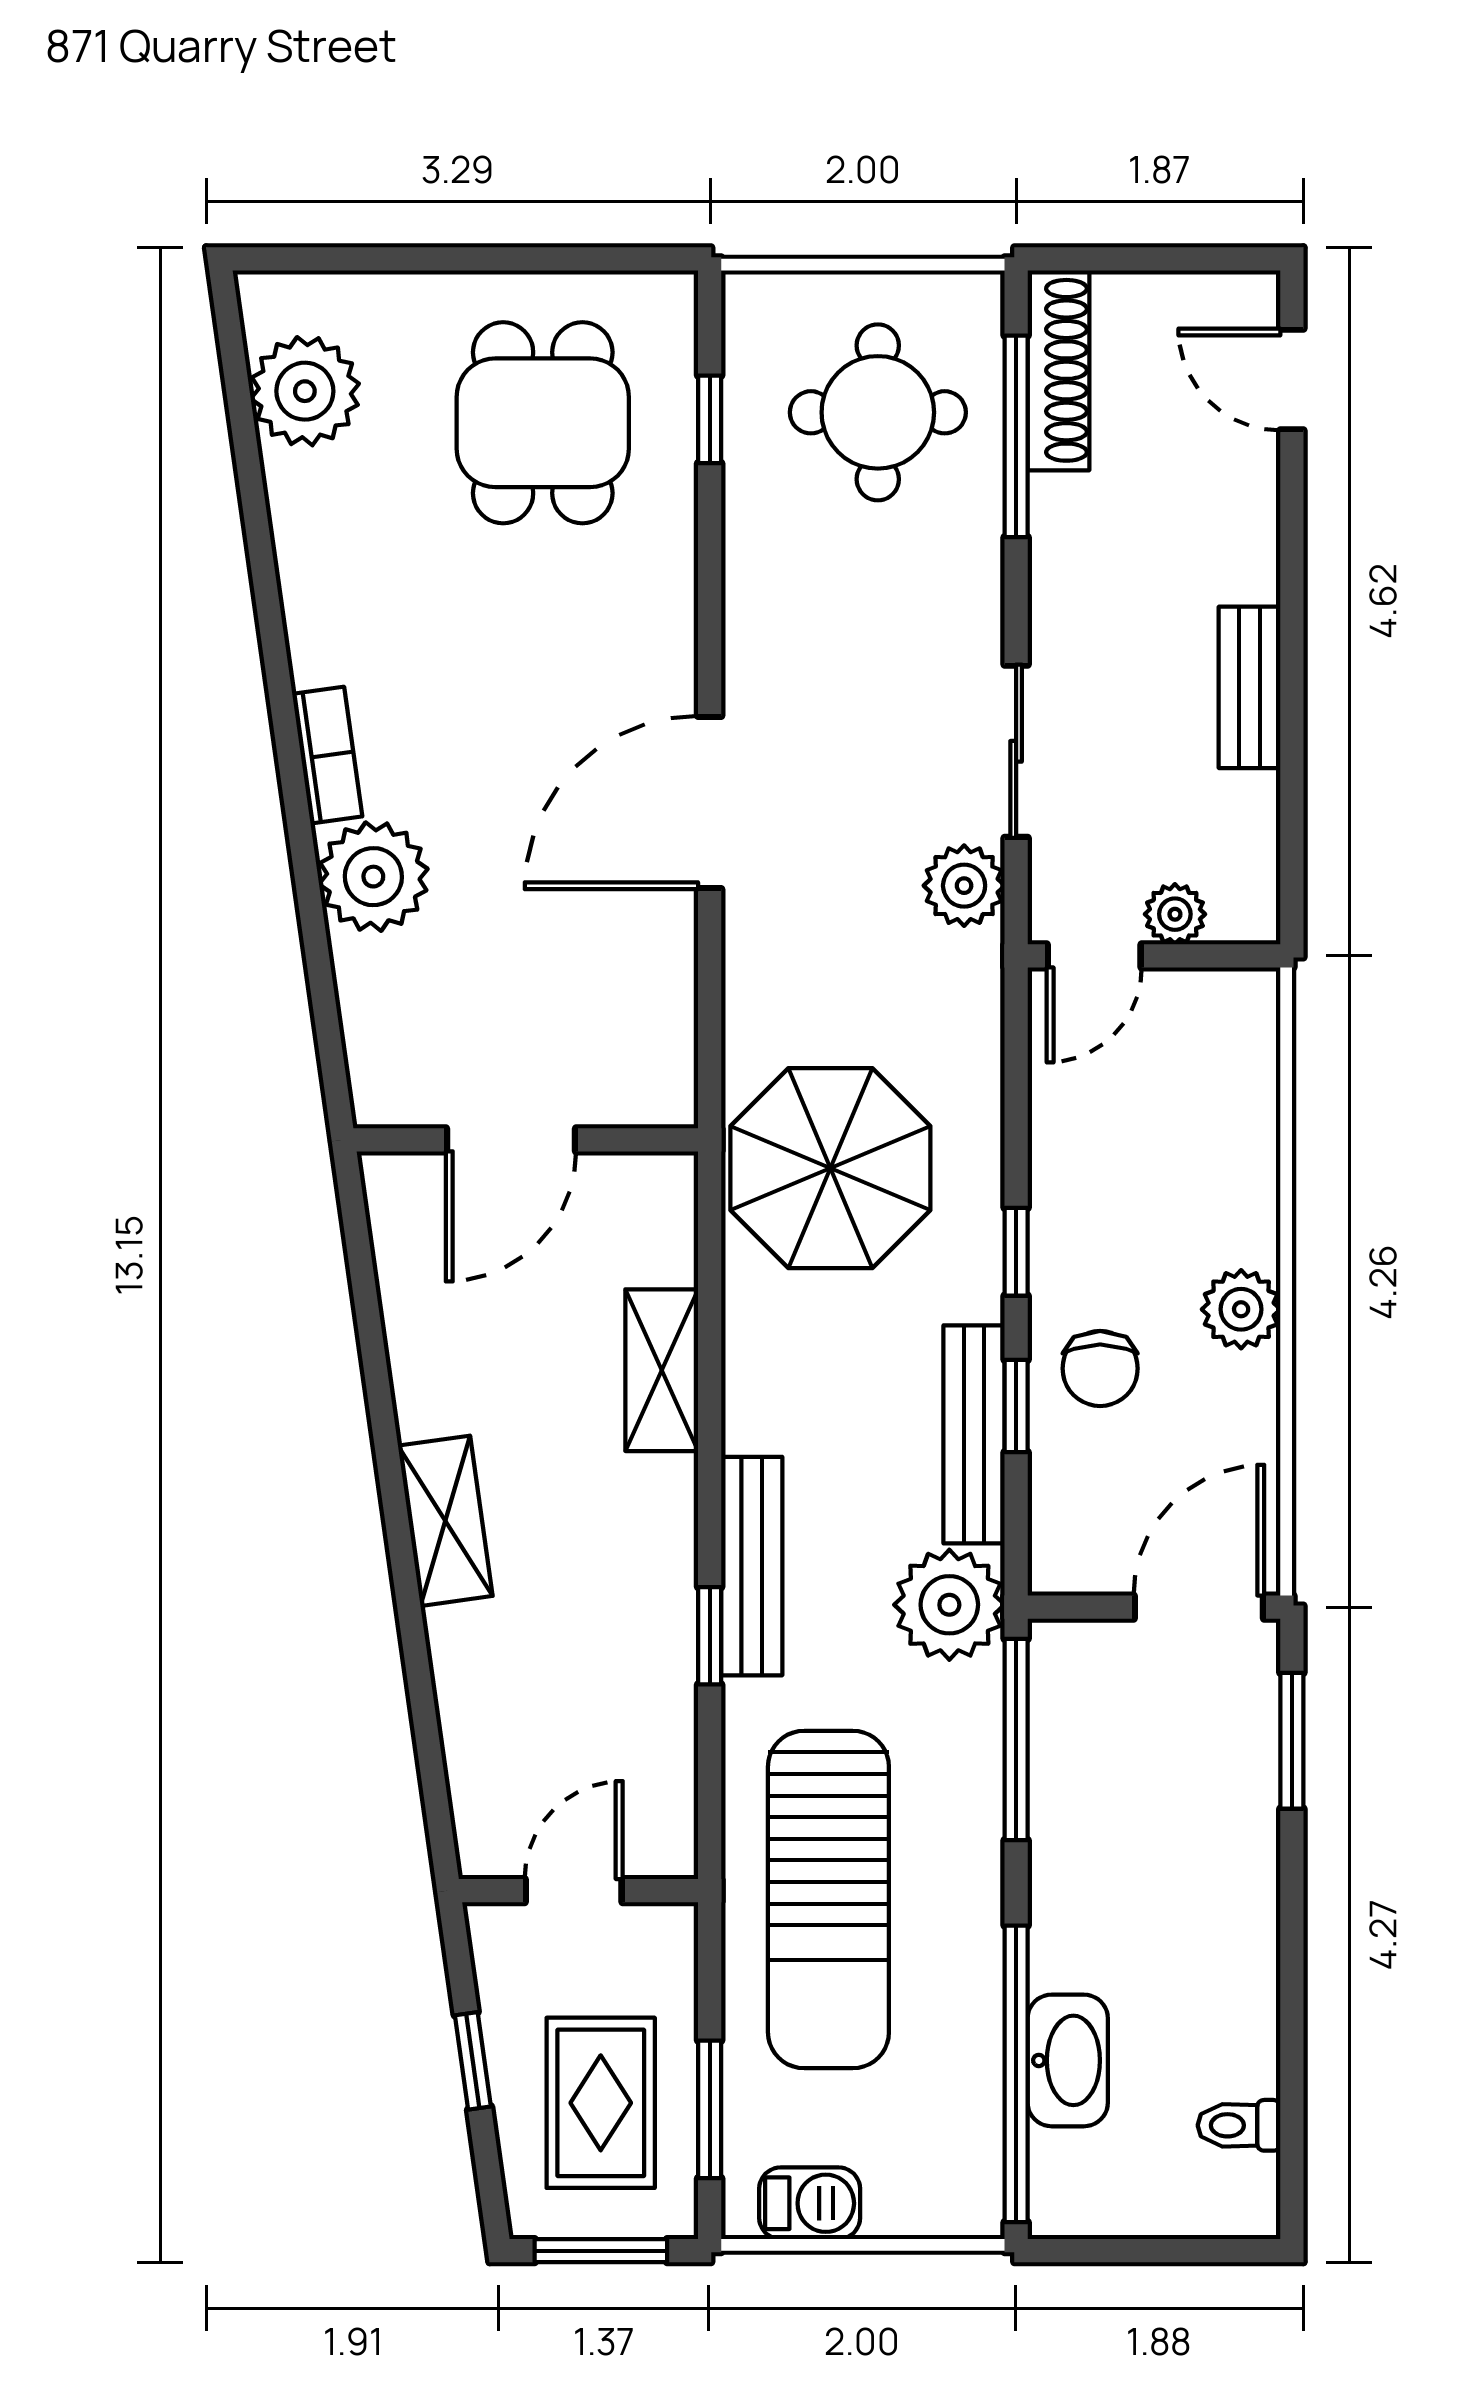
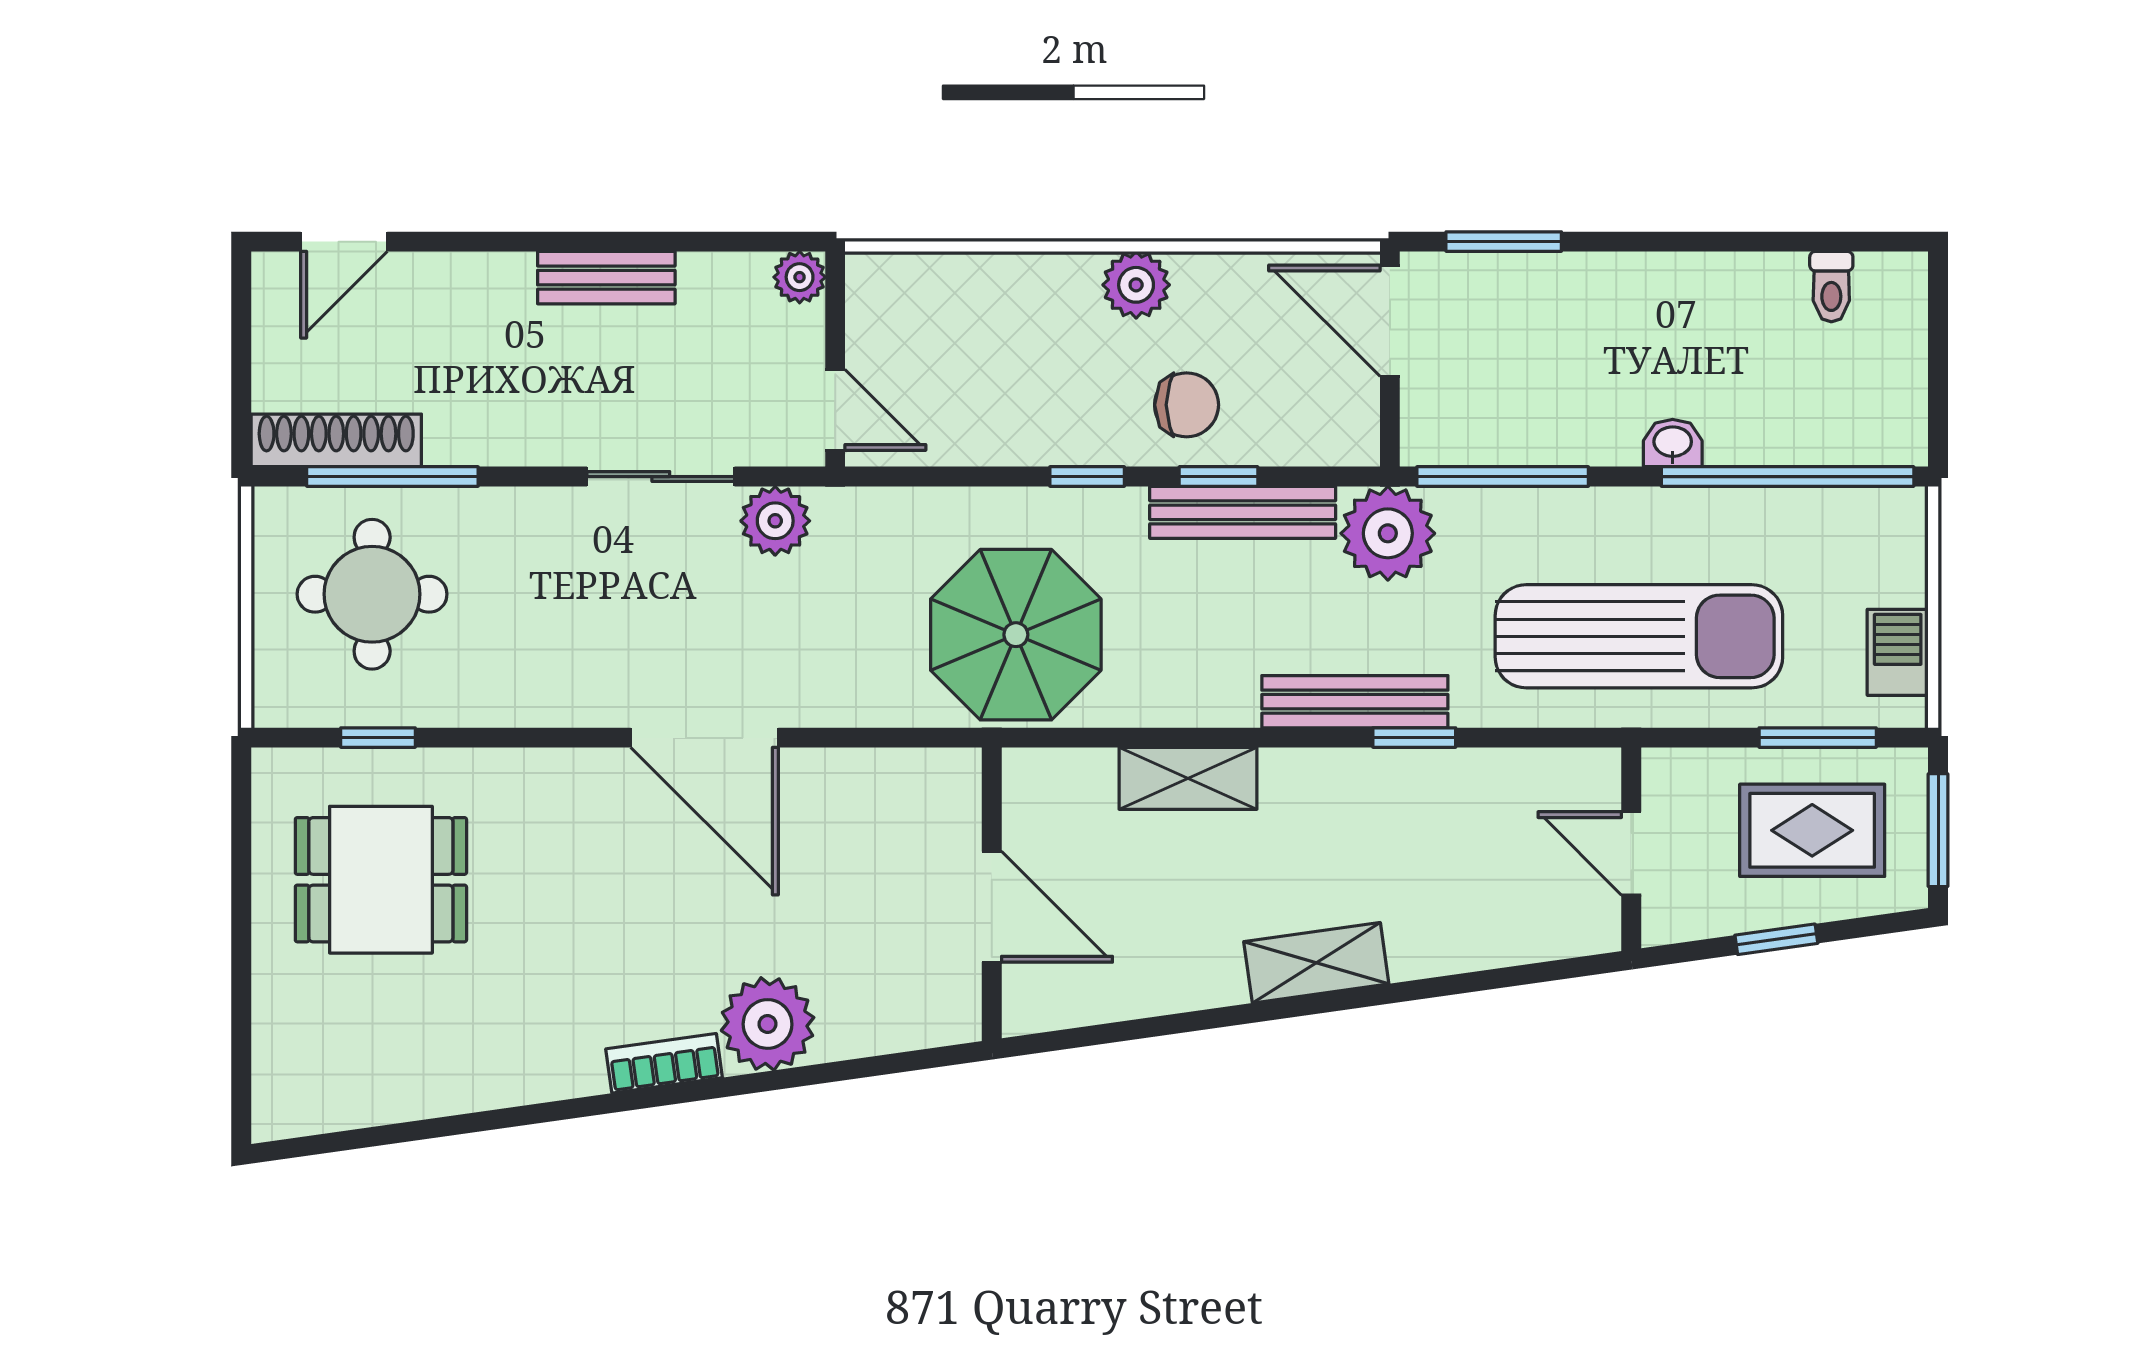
plant: (305, 391) -> (354, 1082), removed
plant: (1175, 914) -> (800, 277), moved
washbasin: (1068, 2060) -> (1673, 443), moved, width x0.52, depth x0.69

